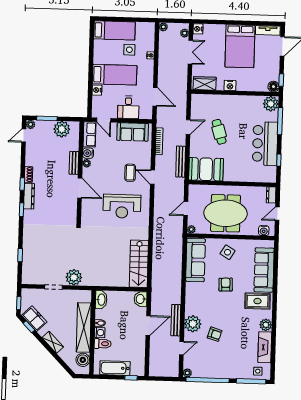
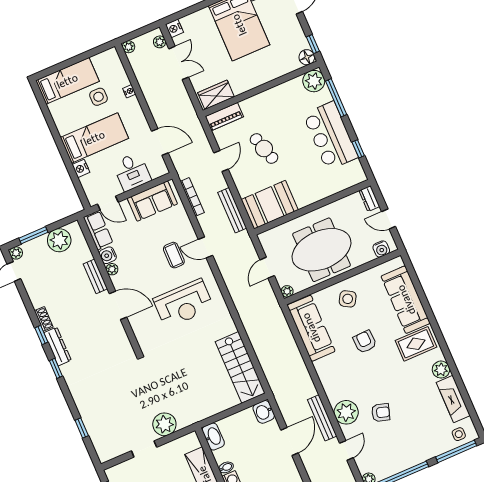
nightstand: (230, 85) -> (250, 82), removed
piano: (203, 100) -> (224, 117), added
door: (277, 214) -> (389, 219), hinge flipped

